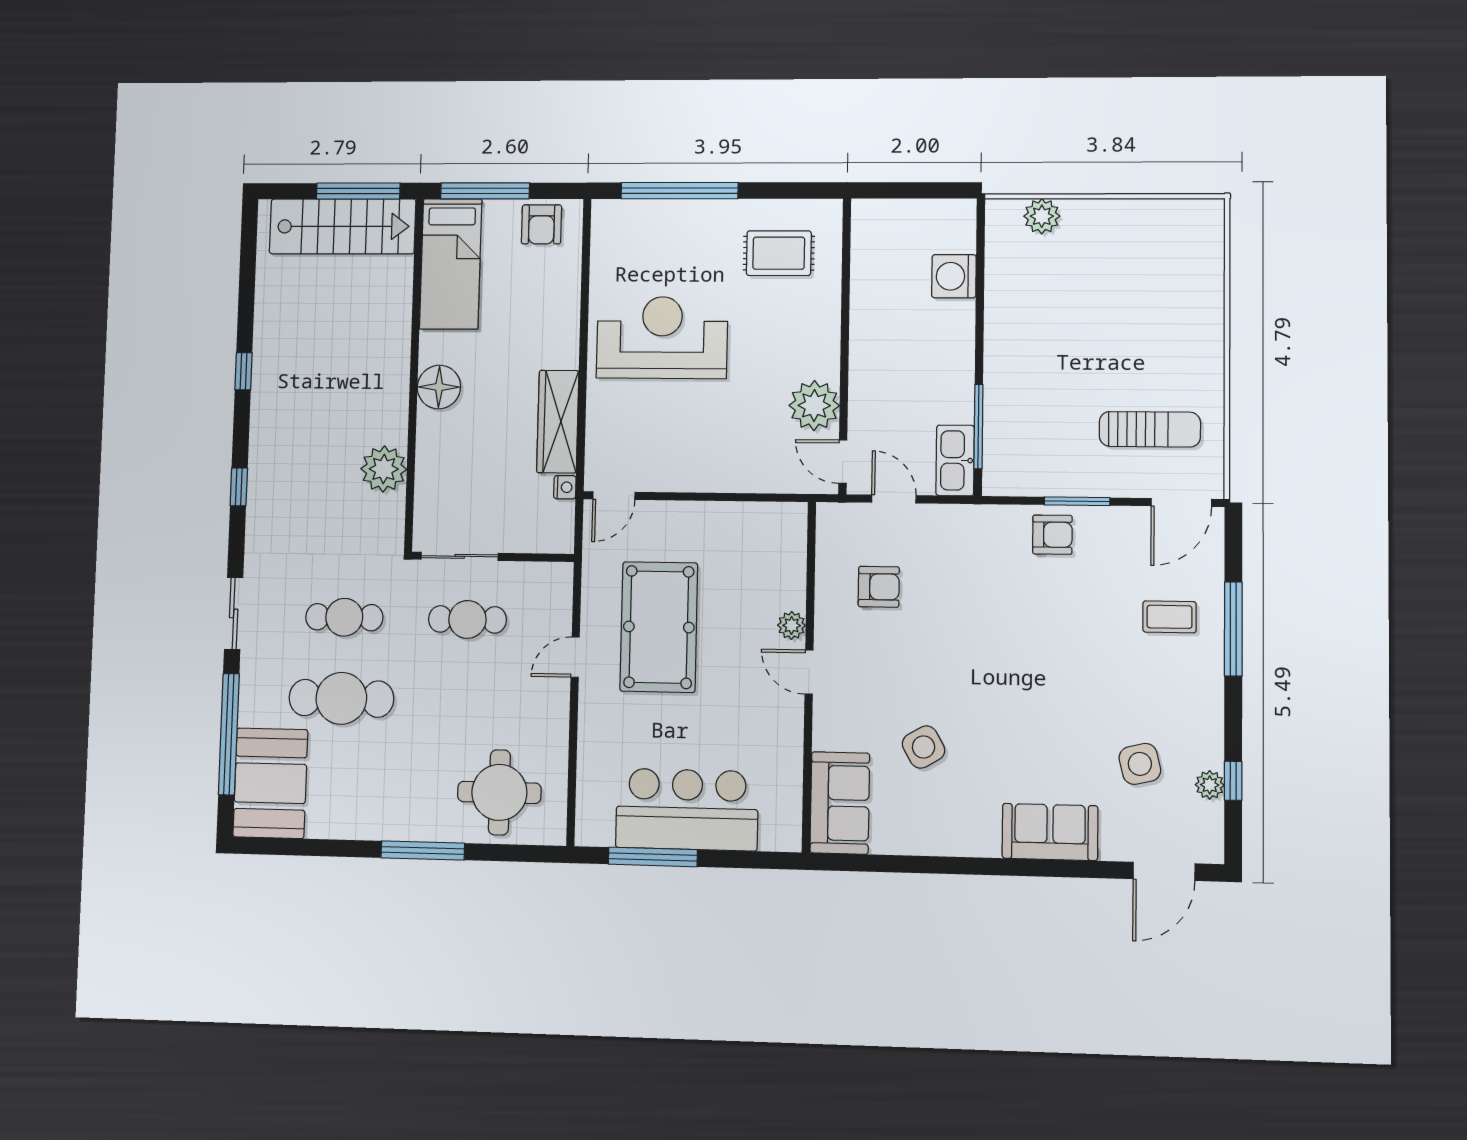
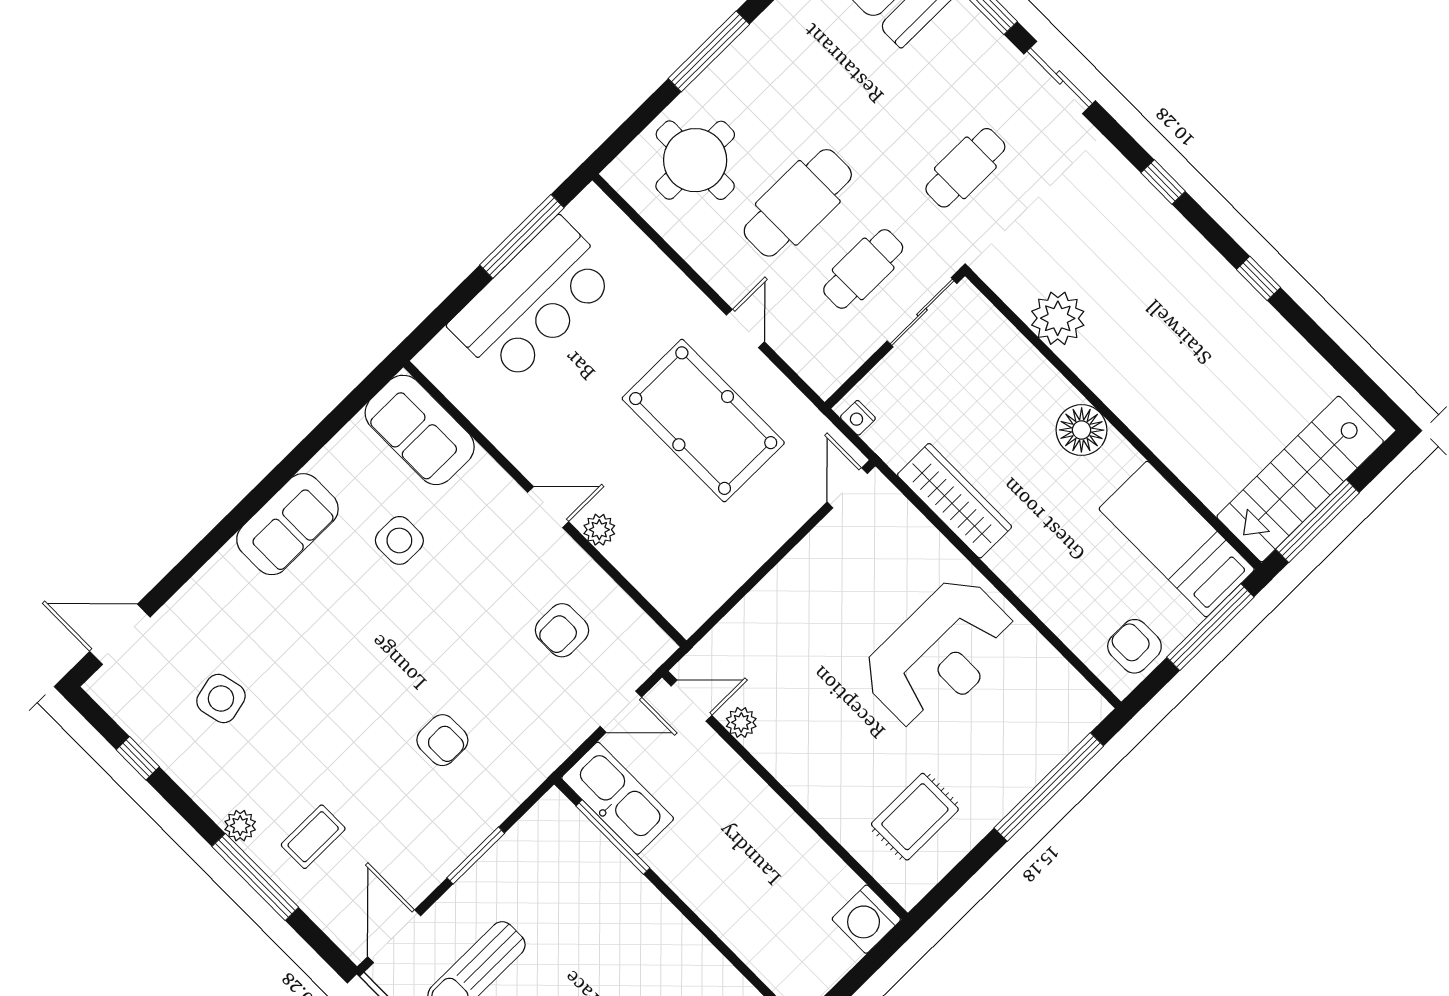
washing machine: (954, 276) -> (866, 919), moved, turned 180
plant: (814, 405) -> (741, 722), width x0.53, depth x0.53
kitchen sink: (955, 460) -> (618, 798), width x1.36, depth x1.24
nightstand: (565, 487) -> (858, 418), moved
armchair: (1052, 535) -> (442, 740), moved, turned -90
cafe table: (341, 698) -> (798, 203), moved
side table: (924, 747) -> (399, 540), turned 30
plant: (1210, 785) -> (240, 826), moved
sofa: (1050, 832) -> (287, 524), moved
door: (1164, 871) -> (120, 634), hinge flipped

